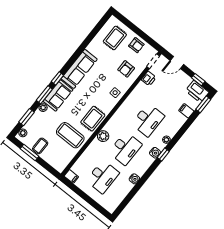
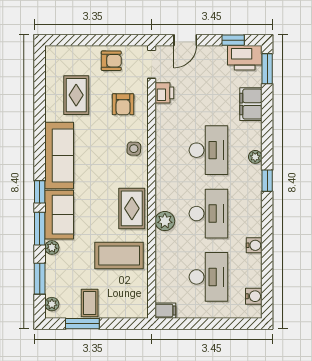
rug: (115, 38) -> (76, 95), moved
filing cabinet: (186, 111) -> (251, 104), width x2.00
water cooler: (155, 153) -> (254, 296), moved

